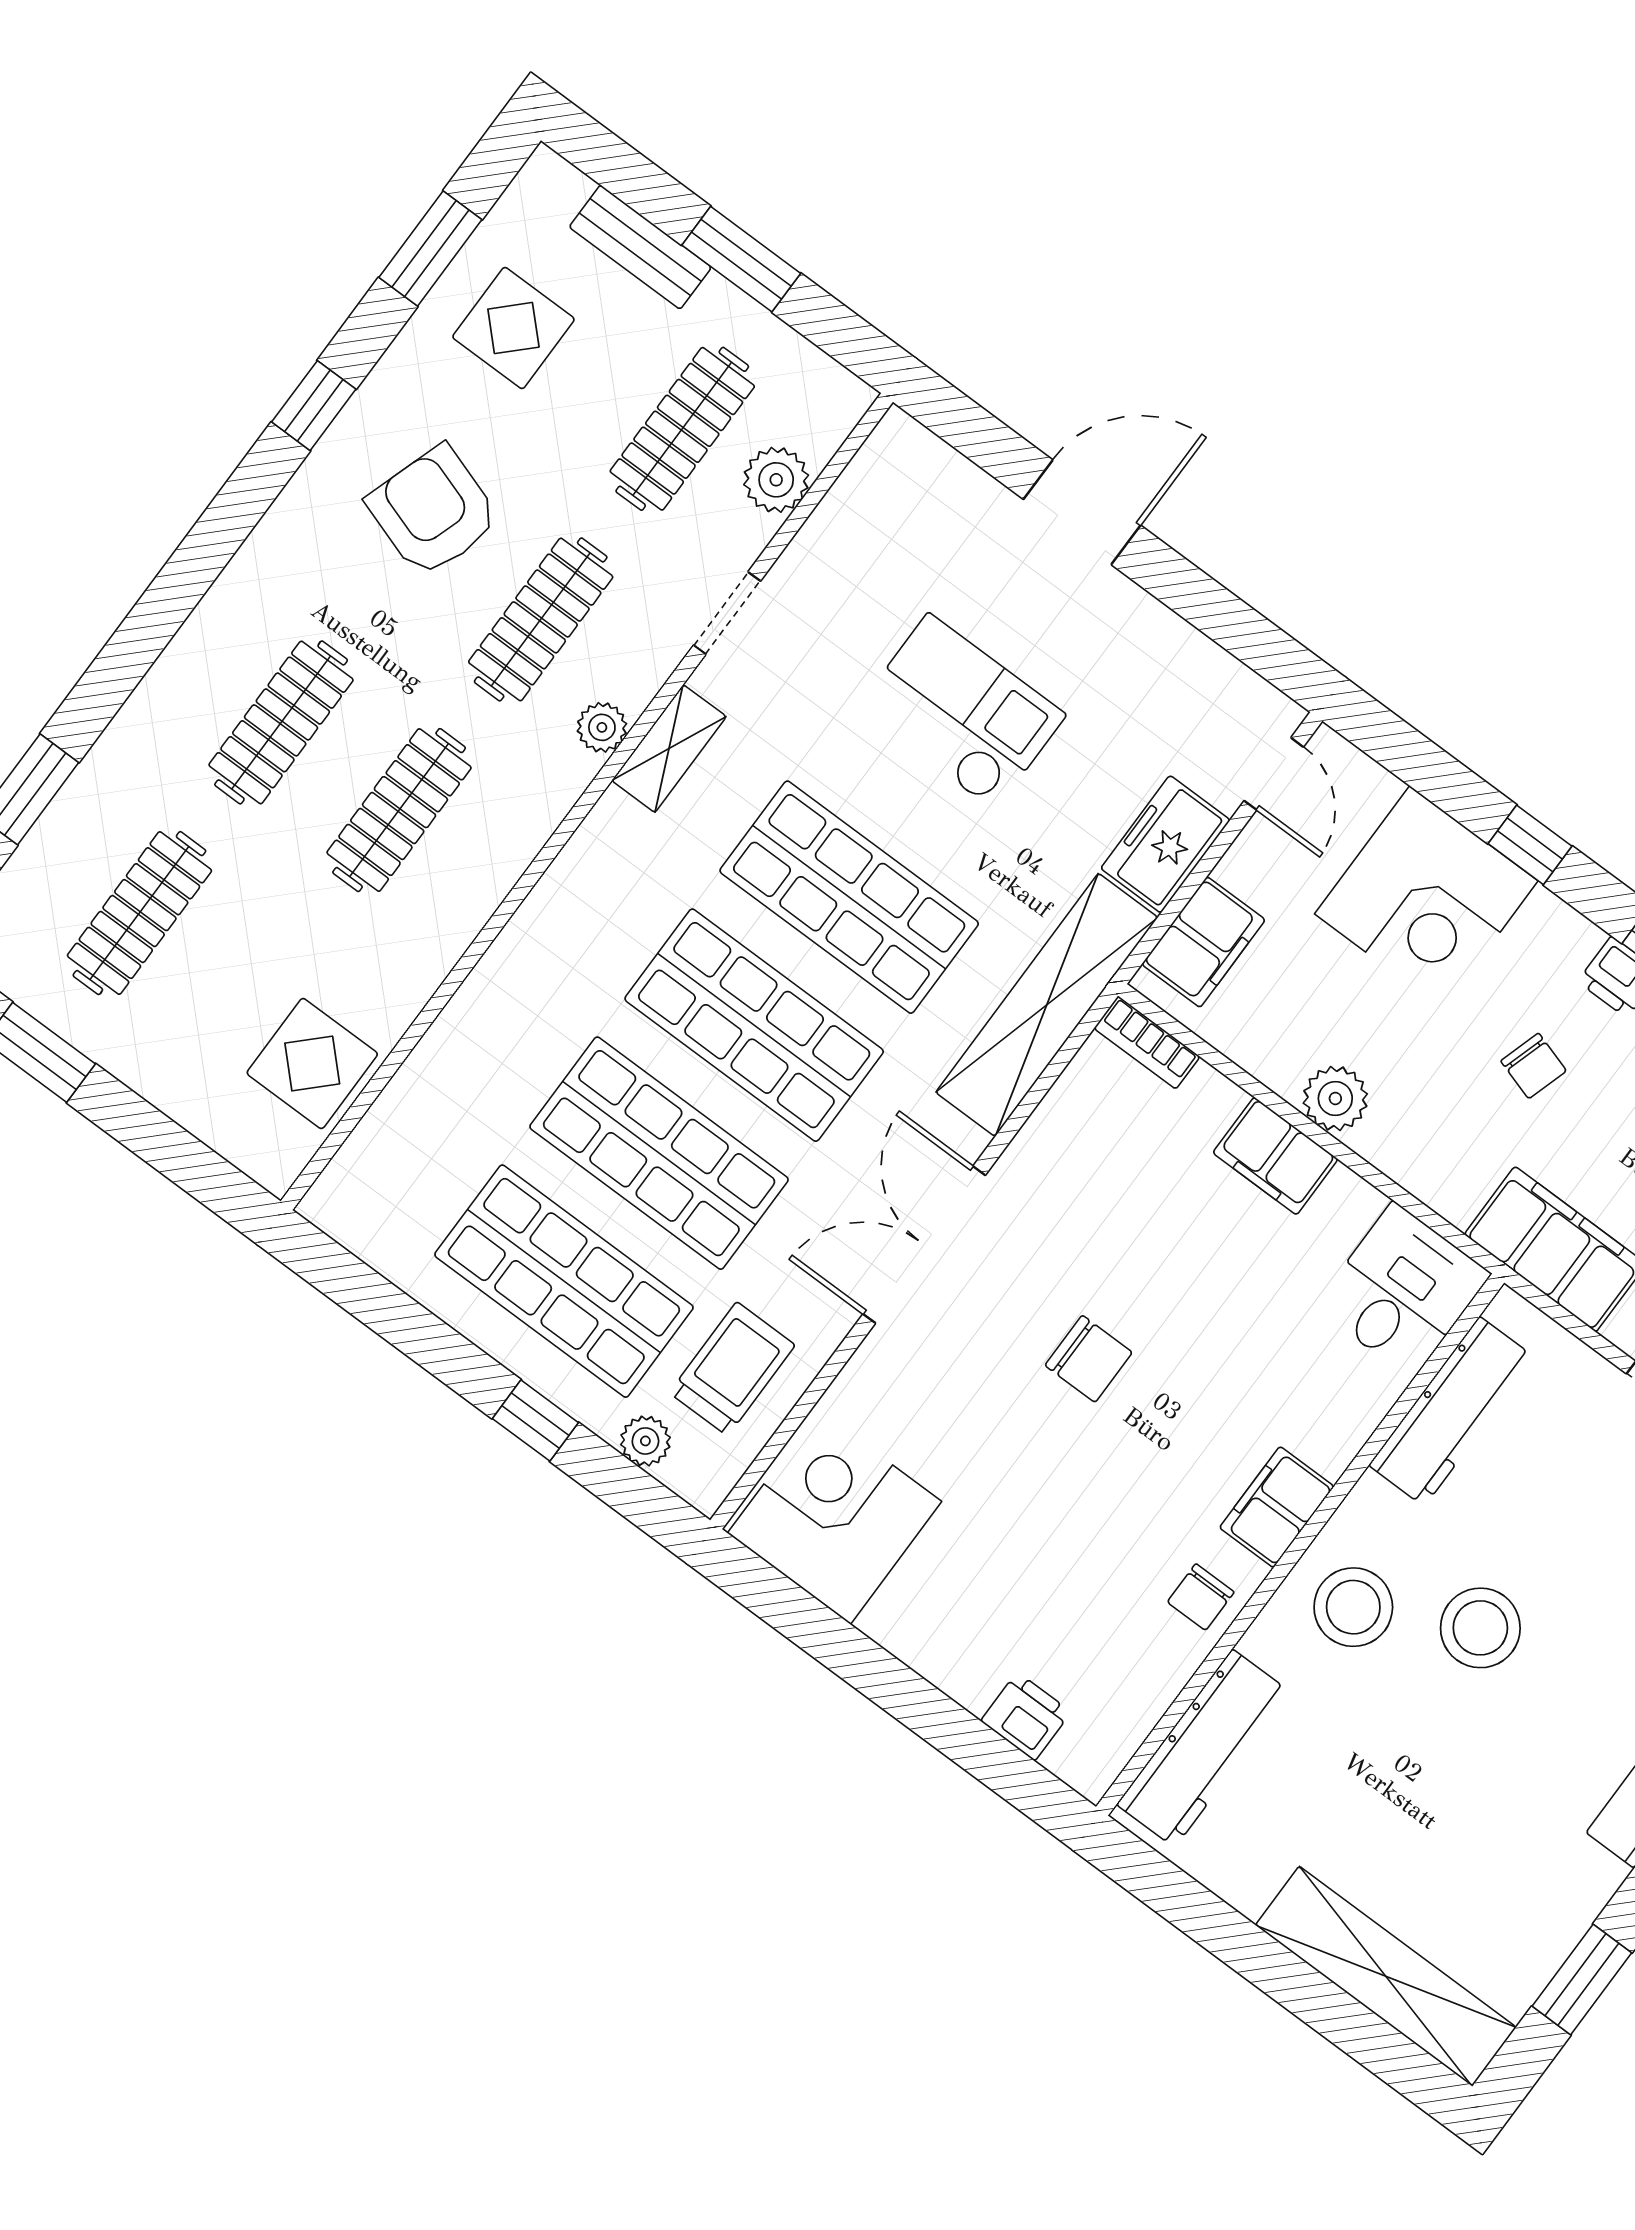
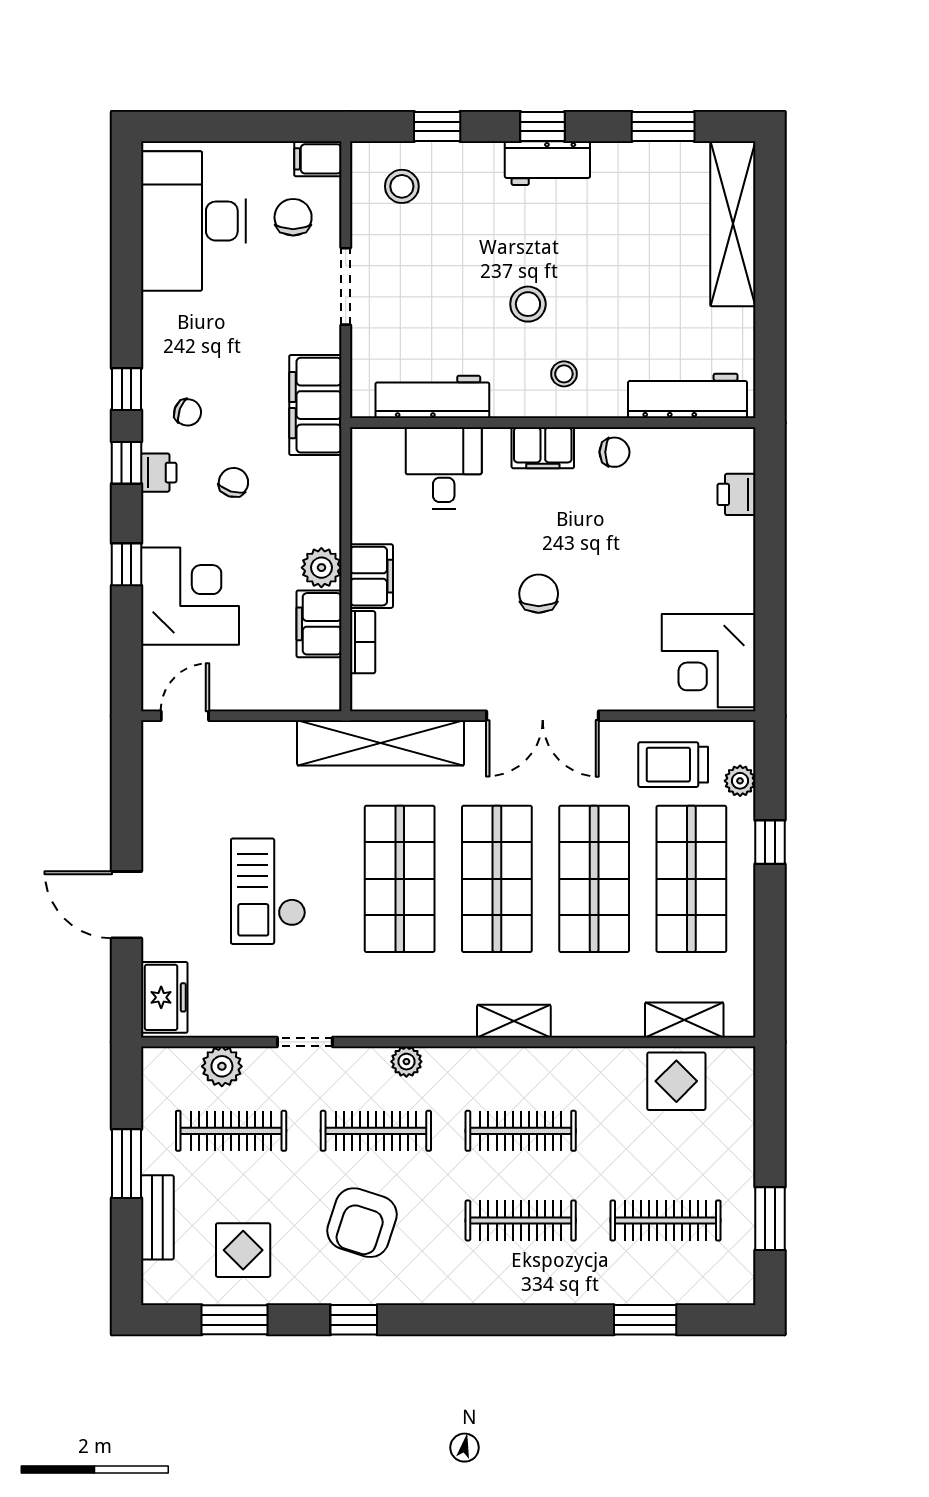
shelving: (669, 749) -> (514, 1021), moved
freezer: (1165, 844) -> (164, 997), moved, turned -90
filing cabinet: (1203, 942) -> (319, 624), moved, turned -90
bookcase: (1147, 1043) -> (363, 642), moved
shelving: (385, 1134) -> (684, 1020), added
desk: (1403, 1290) -> (444, 468), moved, turned 90
stool: (1353, 1607) -> (564, 374), width x0.53, depth x0.53
stool: (1480, 1628) -> (528, 304), width x0.73, depth x0.73

